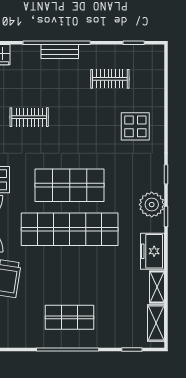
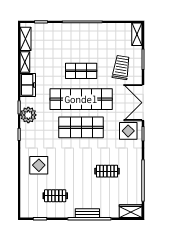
shop shelf: (70, 317) -> (81, 71), moved

